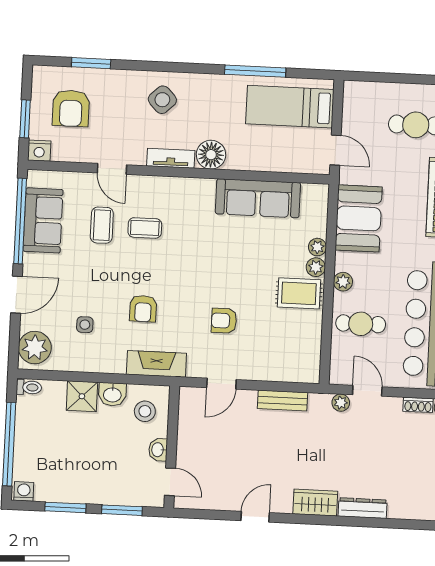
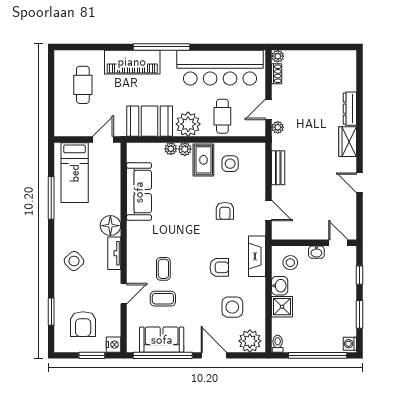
armchair: (71, 108) -> (83, 324), turned 90
plant: (343, 282) -> (188, 124), width x1.87, depth x1.87
side table: (85, 325) -> (232, 307), width x1.87, depth x1.87
side table: (292, 332) -> (230, 164), added
door: (170, 482) -> (338, 243), hinge flipped
window: (122, 510) -> (360, 275), width x0.67

